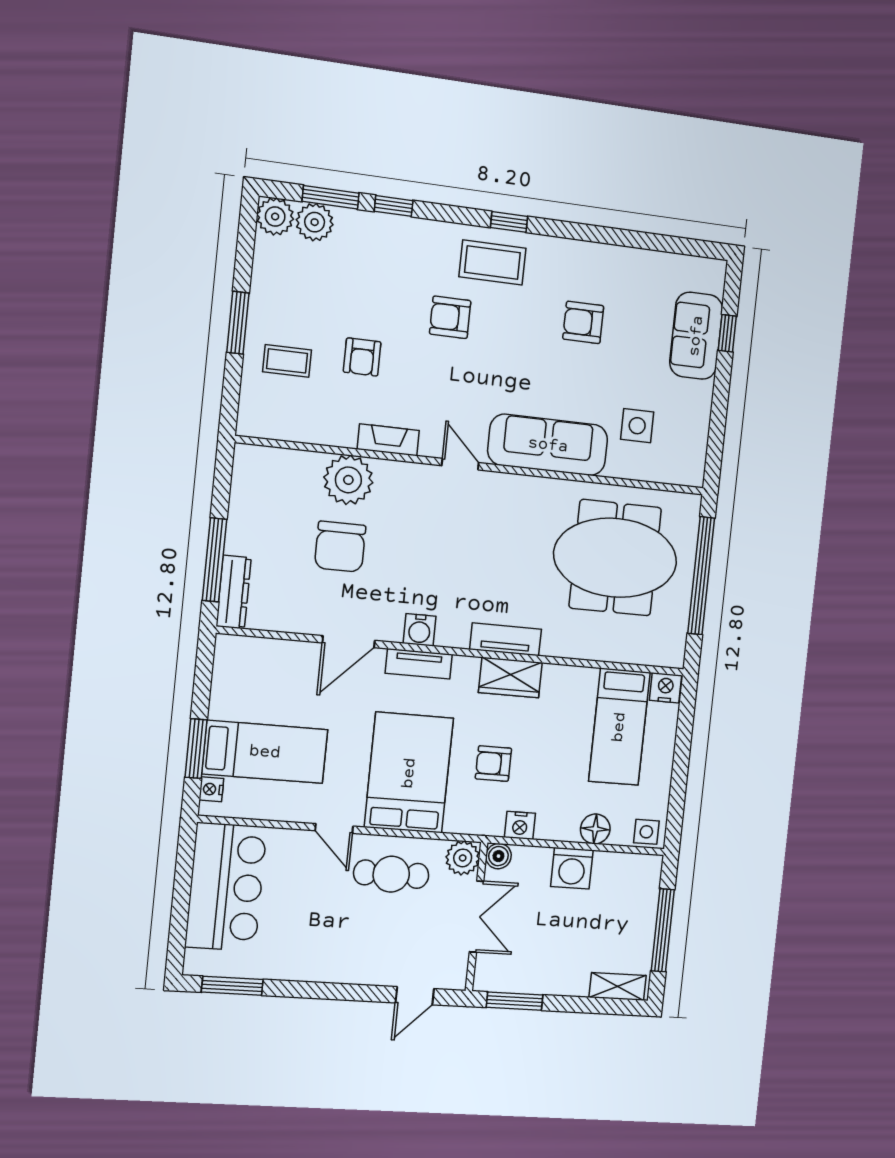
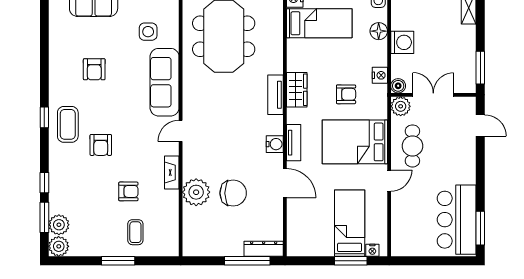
armchair: (493, 764) -> (346, 94), turned -90
bar counter: (226, 887) -> (457, 220), moved, turned -90

